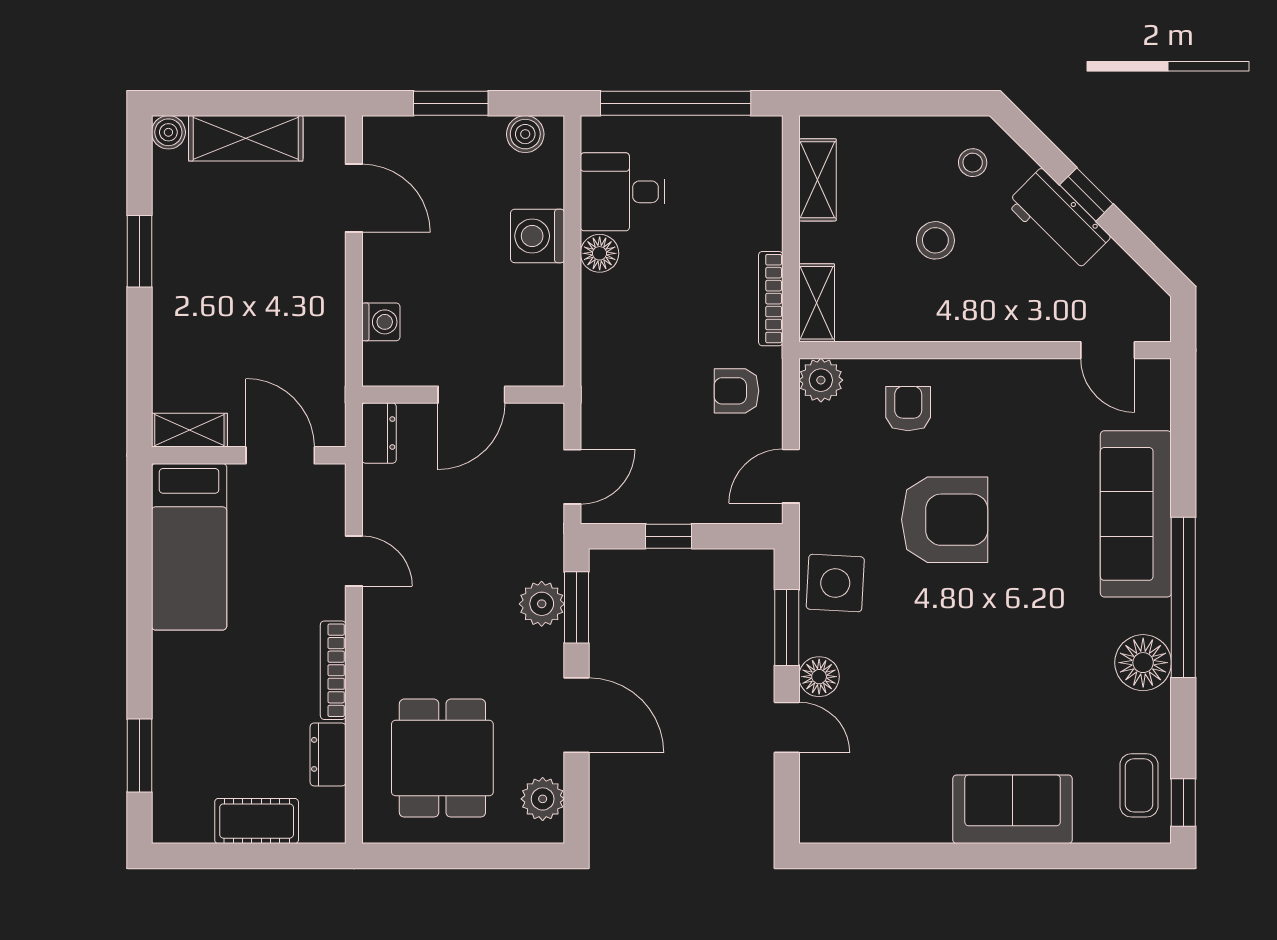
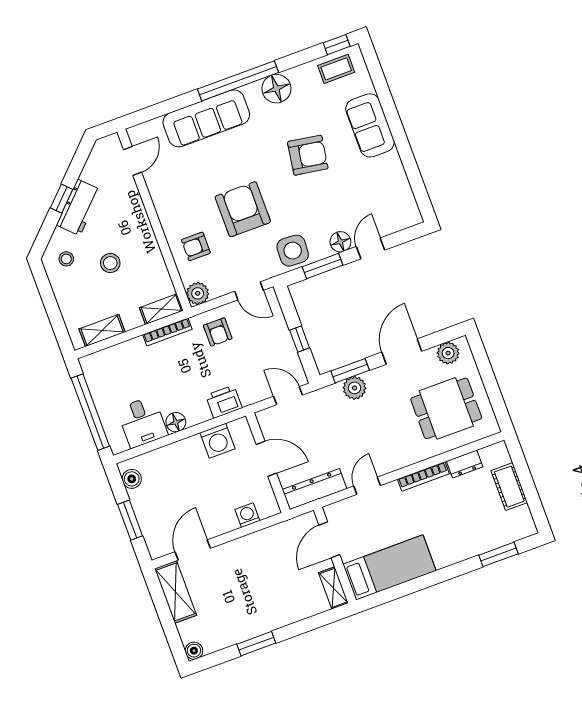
shelving: (246, 138) -> (176, 592), moved
washing machine: (537, 236) -> (217, 441), moved
printer: (605, 355) -> (224, 402), added
dresser: (379, 433) -> (315, 489), width x1.96, depth x1.24
armchair: (1000, 675) -> (308, 155), added

